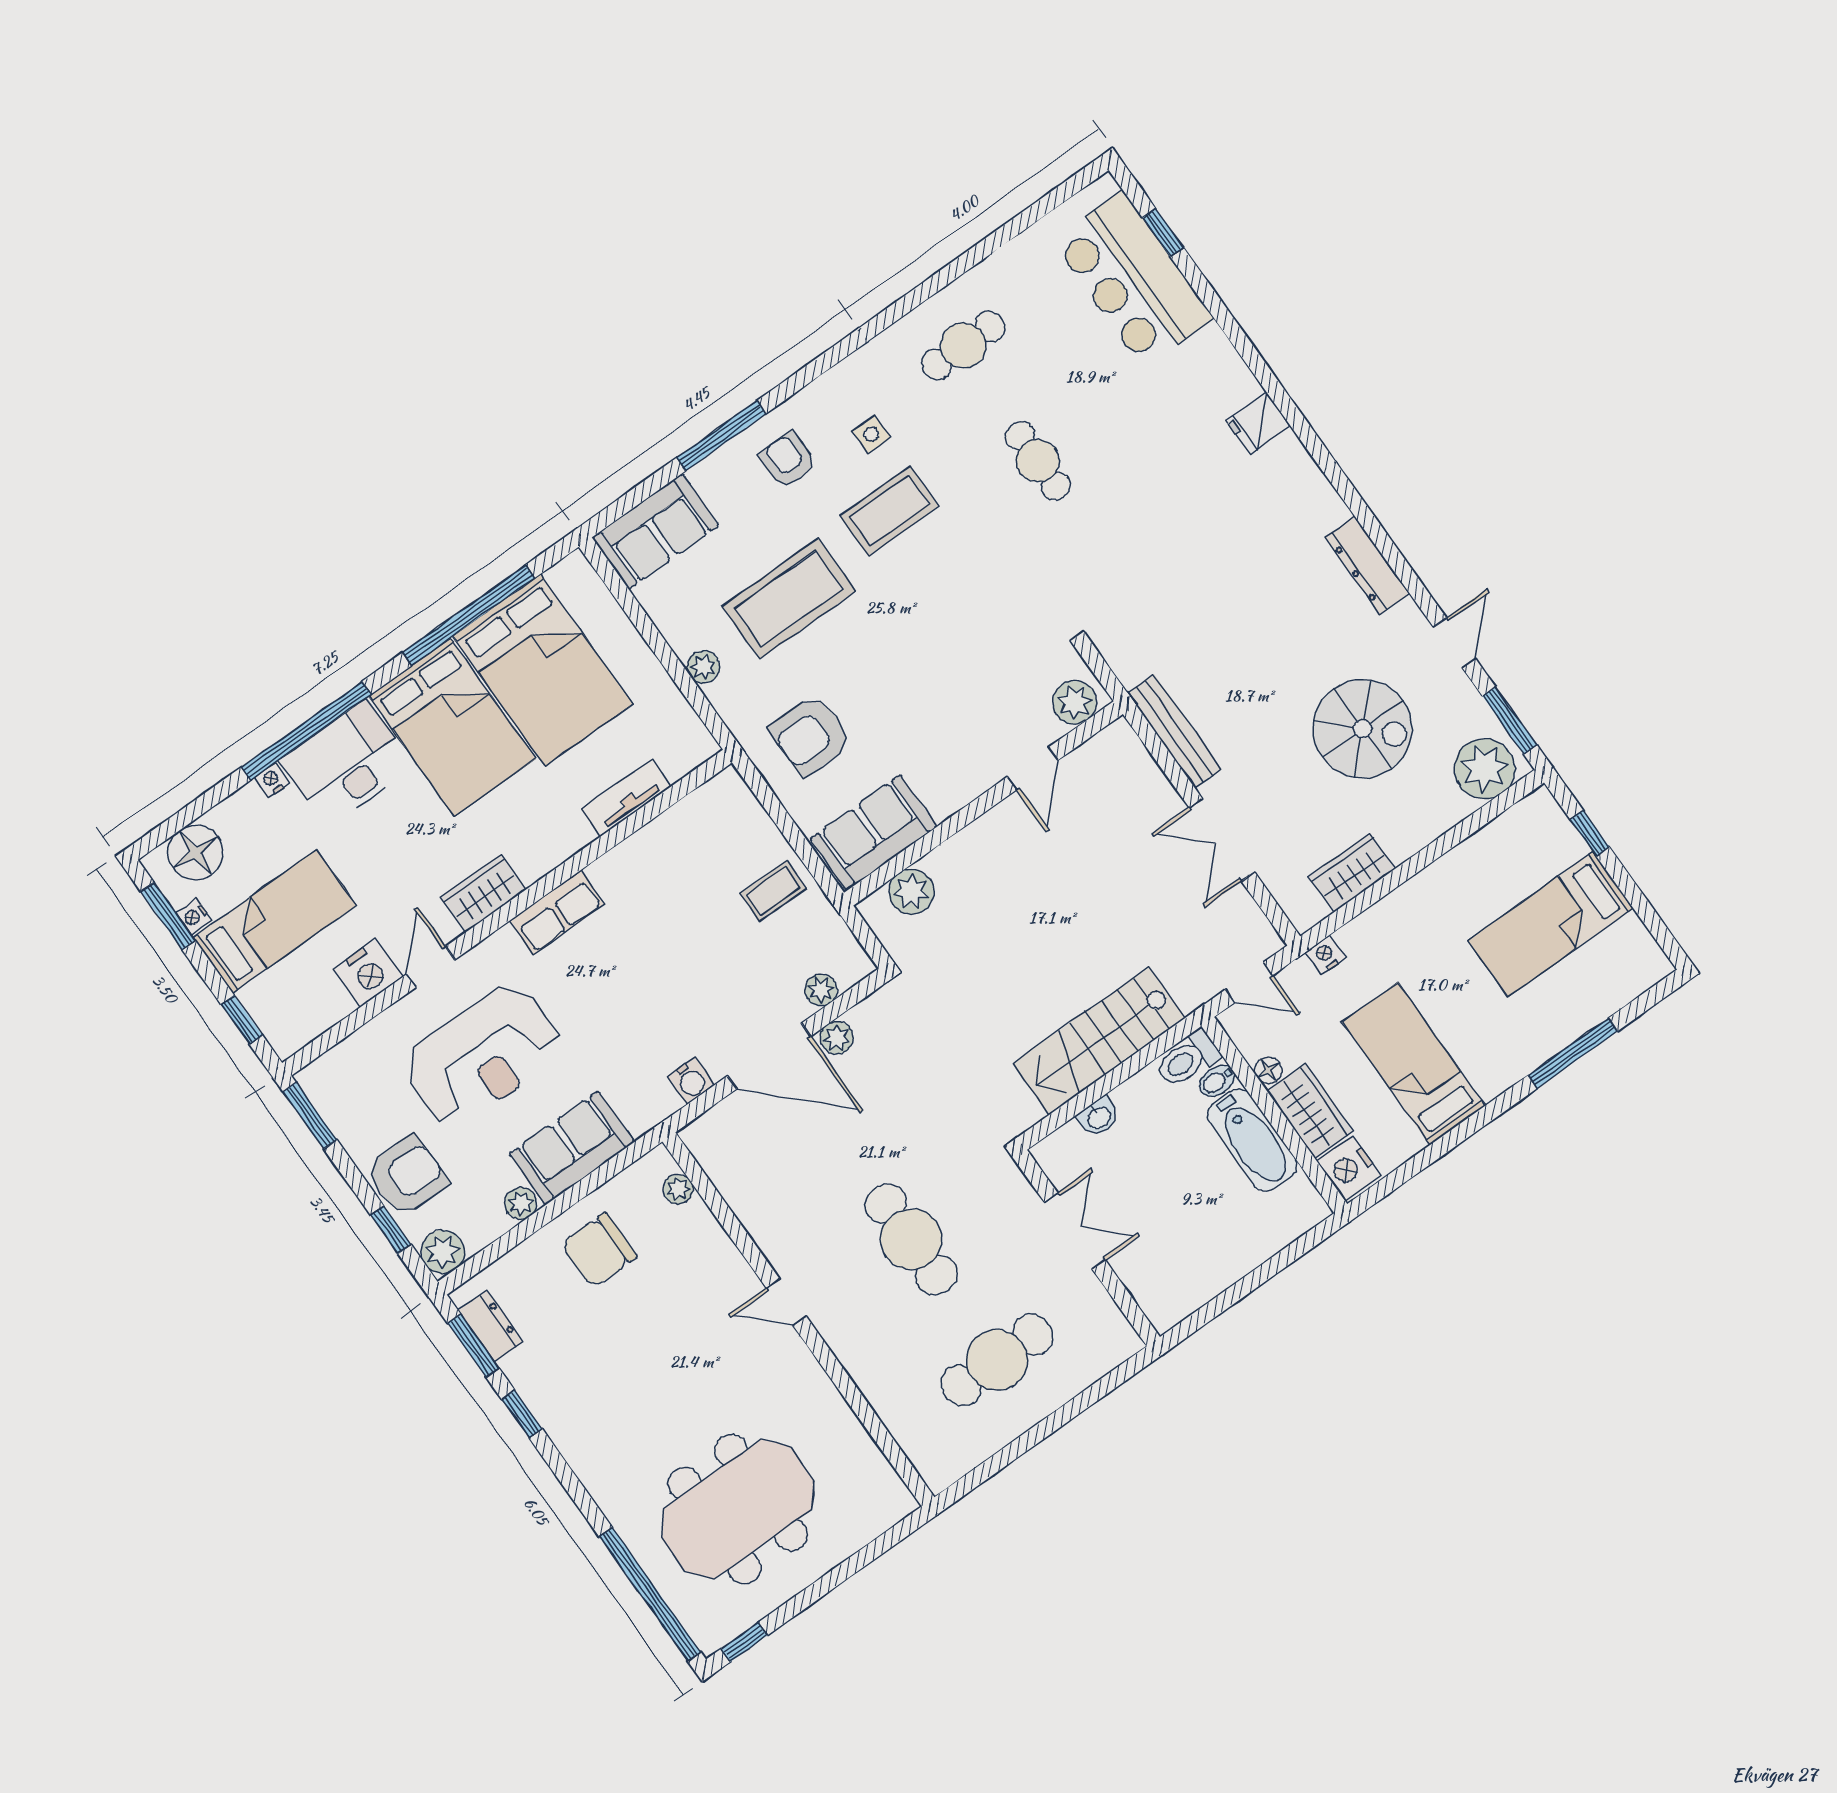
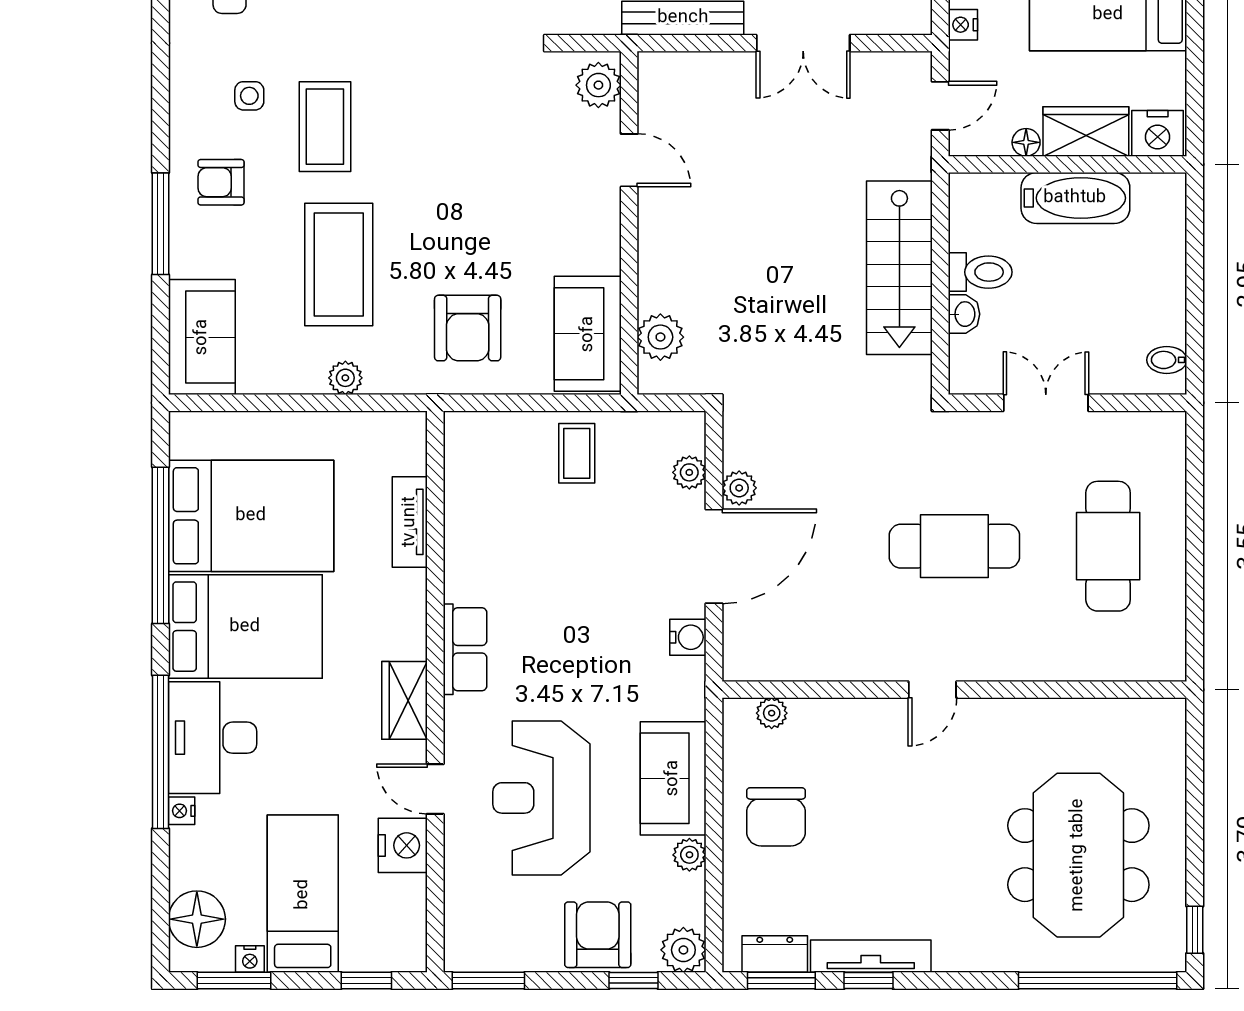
reception desk: (483, 1055) -> (541, 798), turned 180
toilet: (1187, 1059) -> (980, 272), moved, turned -90
bidet: (1217, 1081) -> (1167, 360), moved, turned 90
tv unit: (543, 1402) -> (871, 956), added

